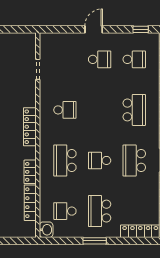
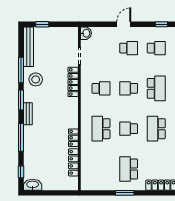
locker: (30, 127) -> (73, 82), moved
school desk: (65, 211) -> (129, 88), moved
washbasin: (46, 230) -> (86, 33), moved

